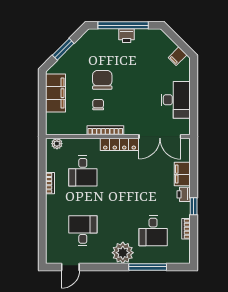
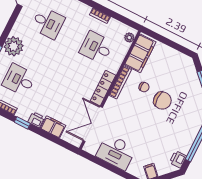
printer: (127, 36) -> (178, 159), moved
filing cabinet: (56, 93) -> (140, 53), moved, turned -90

